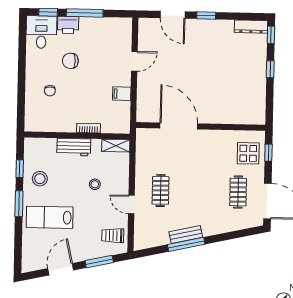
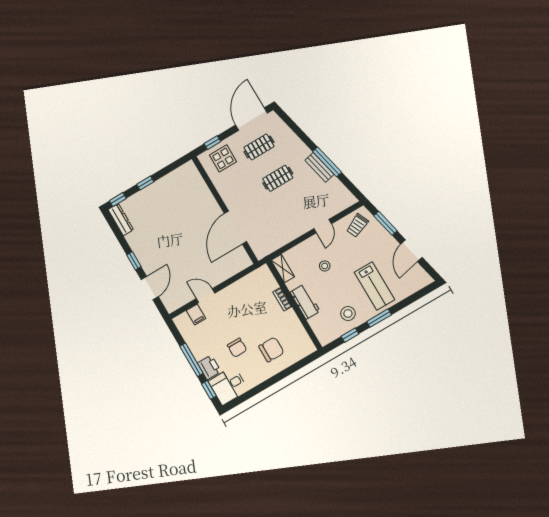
chair: (50, 91) -> (271, 349), width x1.87, depth x1.87
filing cabinet: (122, 94) -> (196, 314), moved
clothes rail: (161, 190) -> (278, 178), moved
trolley: (113, 236) -> (357, 226), turned 66
door: (61, 269) -> (411, 251), hinge flipped

